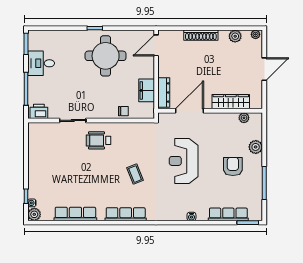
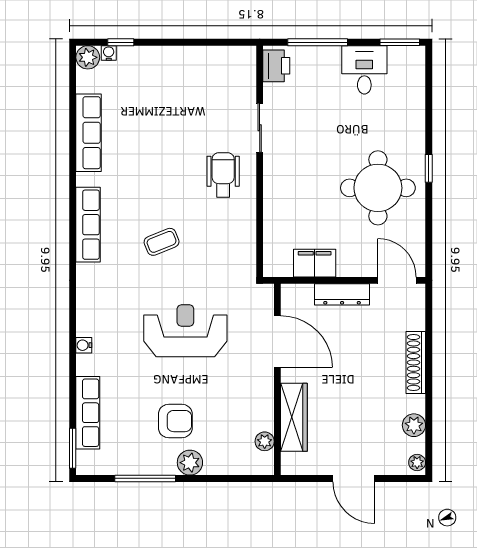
dresser: (164, 93) -> (342, 294), moved
chair: (123, 111) -> (277, 220), removed
plant: (256, 147) -> (190, 463), moved

